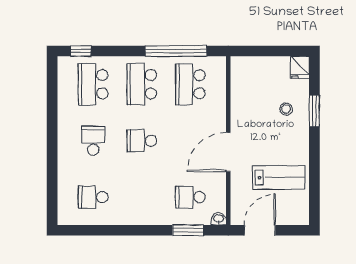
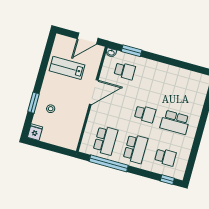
school desk: (93, 84) -> (165, 157), width x0.54
school desk: (93, 141) -> (175, 122), width x1.85
school desk: (93, 197) -> (185, 87), removed

